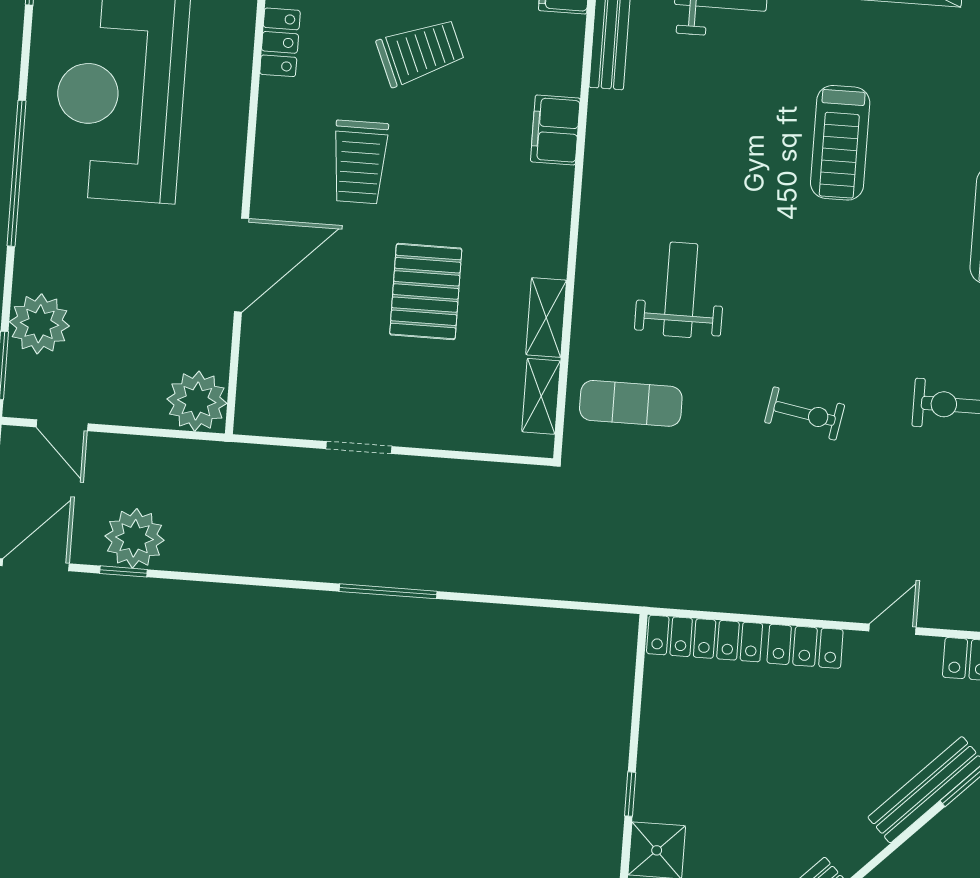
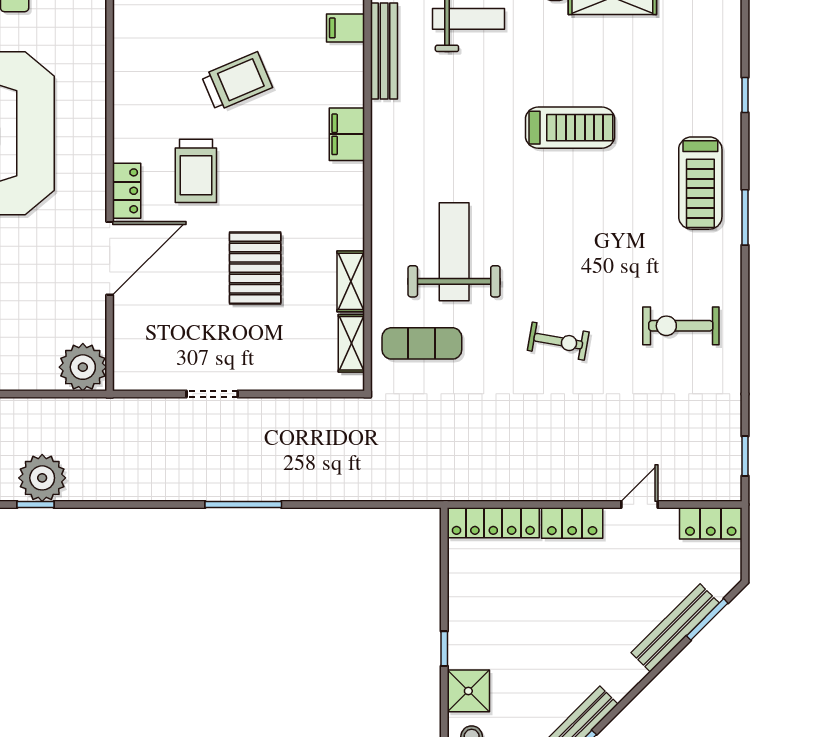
locker: (280, 42) -> (127, 191), moved
treadmill: (840, 143) -> (570, 128), turned -90
weight bench: (681, 290) -> (454, 252), width x1.36, depth x1.33

